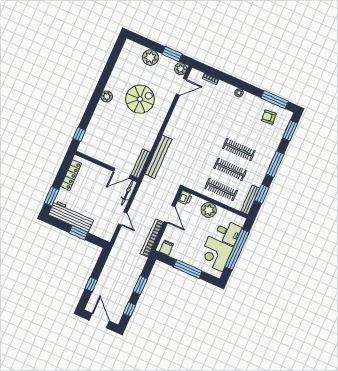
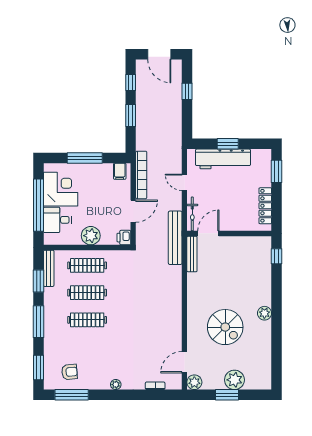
window: (172, 54) -> (227, 395), moved
spiral stairs: (140, 99) -> (225, 327), turned -90
bench: (158, 157) -> (175, 238), moved
door: (170, 214) -> (133, 211), swing flipped
workbench: (71, 216) -> (223, 159), moved

